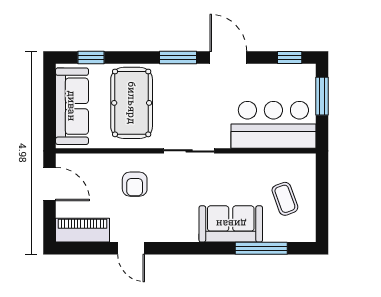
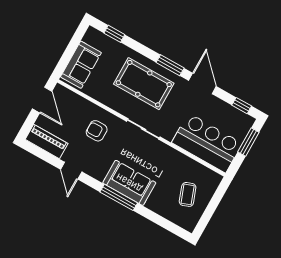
pool table: (132, 103) -> (144, 84), moved, turned 90
sofa: (72, 106) -> (81, 65), width x0.73
armchair: (135, 184) -> (97, 131), turned 90
sofa: (231, 224) -> (129, 183), moved
window: (261, 248) -> (119, 197), moved

